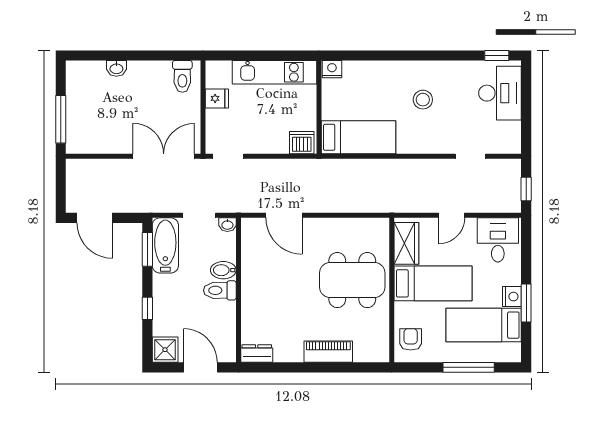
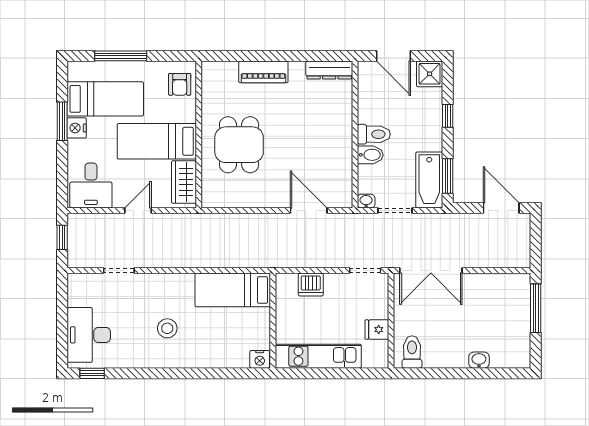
dishwasher: (302, 143) -> (311, 285), moved
dining table: (352, 280) -> (239, 145), width x0.73
dresser: (257, 353) -> (329, 70), width x1.44

